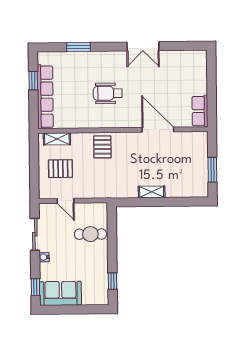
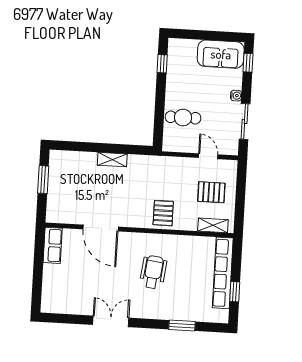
wheelchair: (108, 93) -> (153, 272), turned -83

